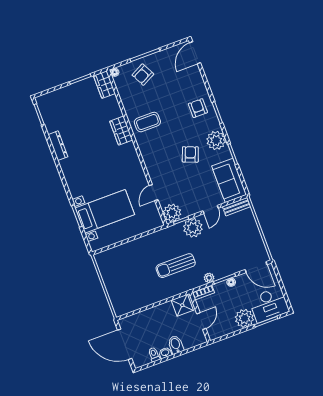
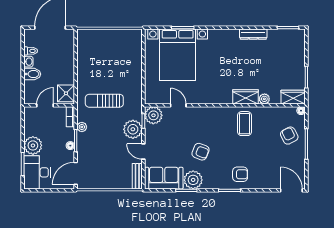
plant: (116, 112) -> (264, 99), added
plant: (216, 140) -> (193, 180), moved
bed with nightstands: (105, 211) -> (178, 55), width x1.36
sun lounger: (176, 266) -> (104, 101), turned -90
door: (201, 321) -> (45, 105), swing flipped

